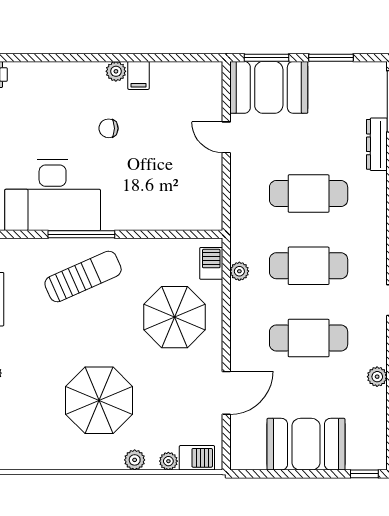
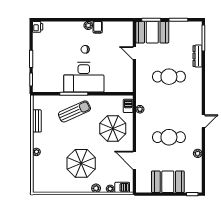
desk: (53, 195) -> (84, 77), moved
cafe table: (309, 266) -> (169, 107), removed
door: (226, 393) -> (134, 160), swing flipped

